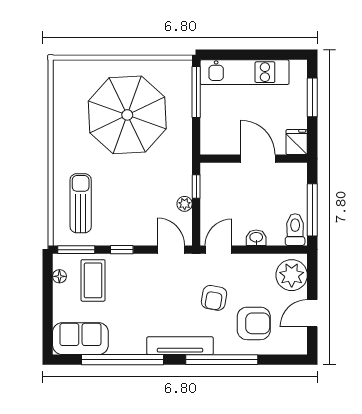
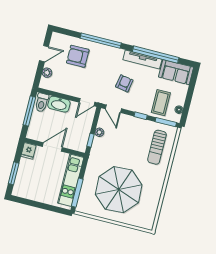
kitchen unit: (245, 72) -> (71, 180), moved, turned -90
door: (258, 159) -> (52, 147), swing flipped
washbasin: (256, 238) -> (59, 104), width x1.91, depth x1.45
plant: (292, 275) -> (47, 73), width x0.53, depth x0.53
armchair: (214, 298) -> (124, 83), moved
tv unit: (180, 346) -> (142, 59), moved

